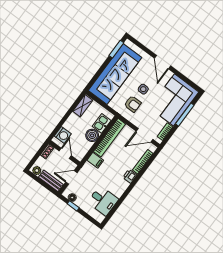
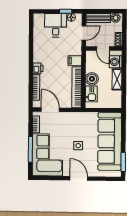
armchair: (133, 104) -> (78, 128), removed
shelving: (83, 106) -> (117, 79), moved
door: (144, 135) -> (50, 110), hinge flipped
desk: (103, 201) -> (56, 25), moved, turned 90

